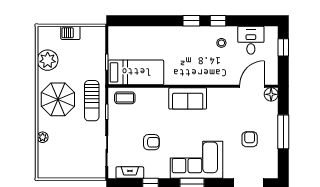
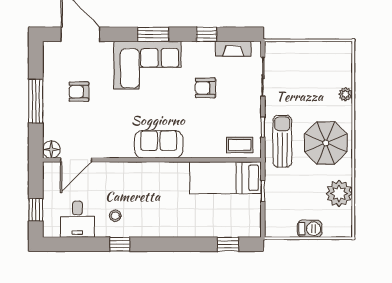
window: (191, 21) -> (228, 244), moved
armchair: (250, 139) -> (79, 92), turned 90

